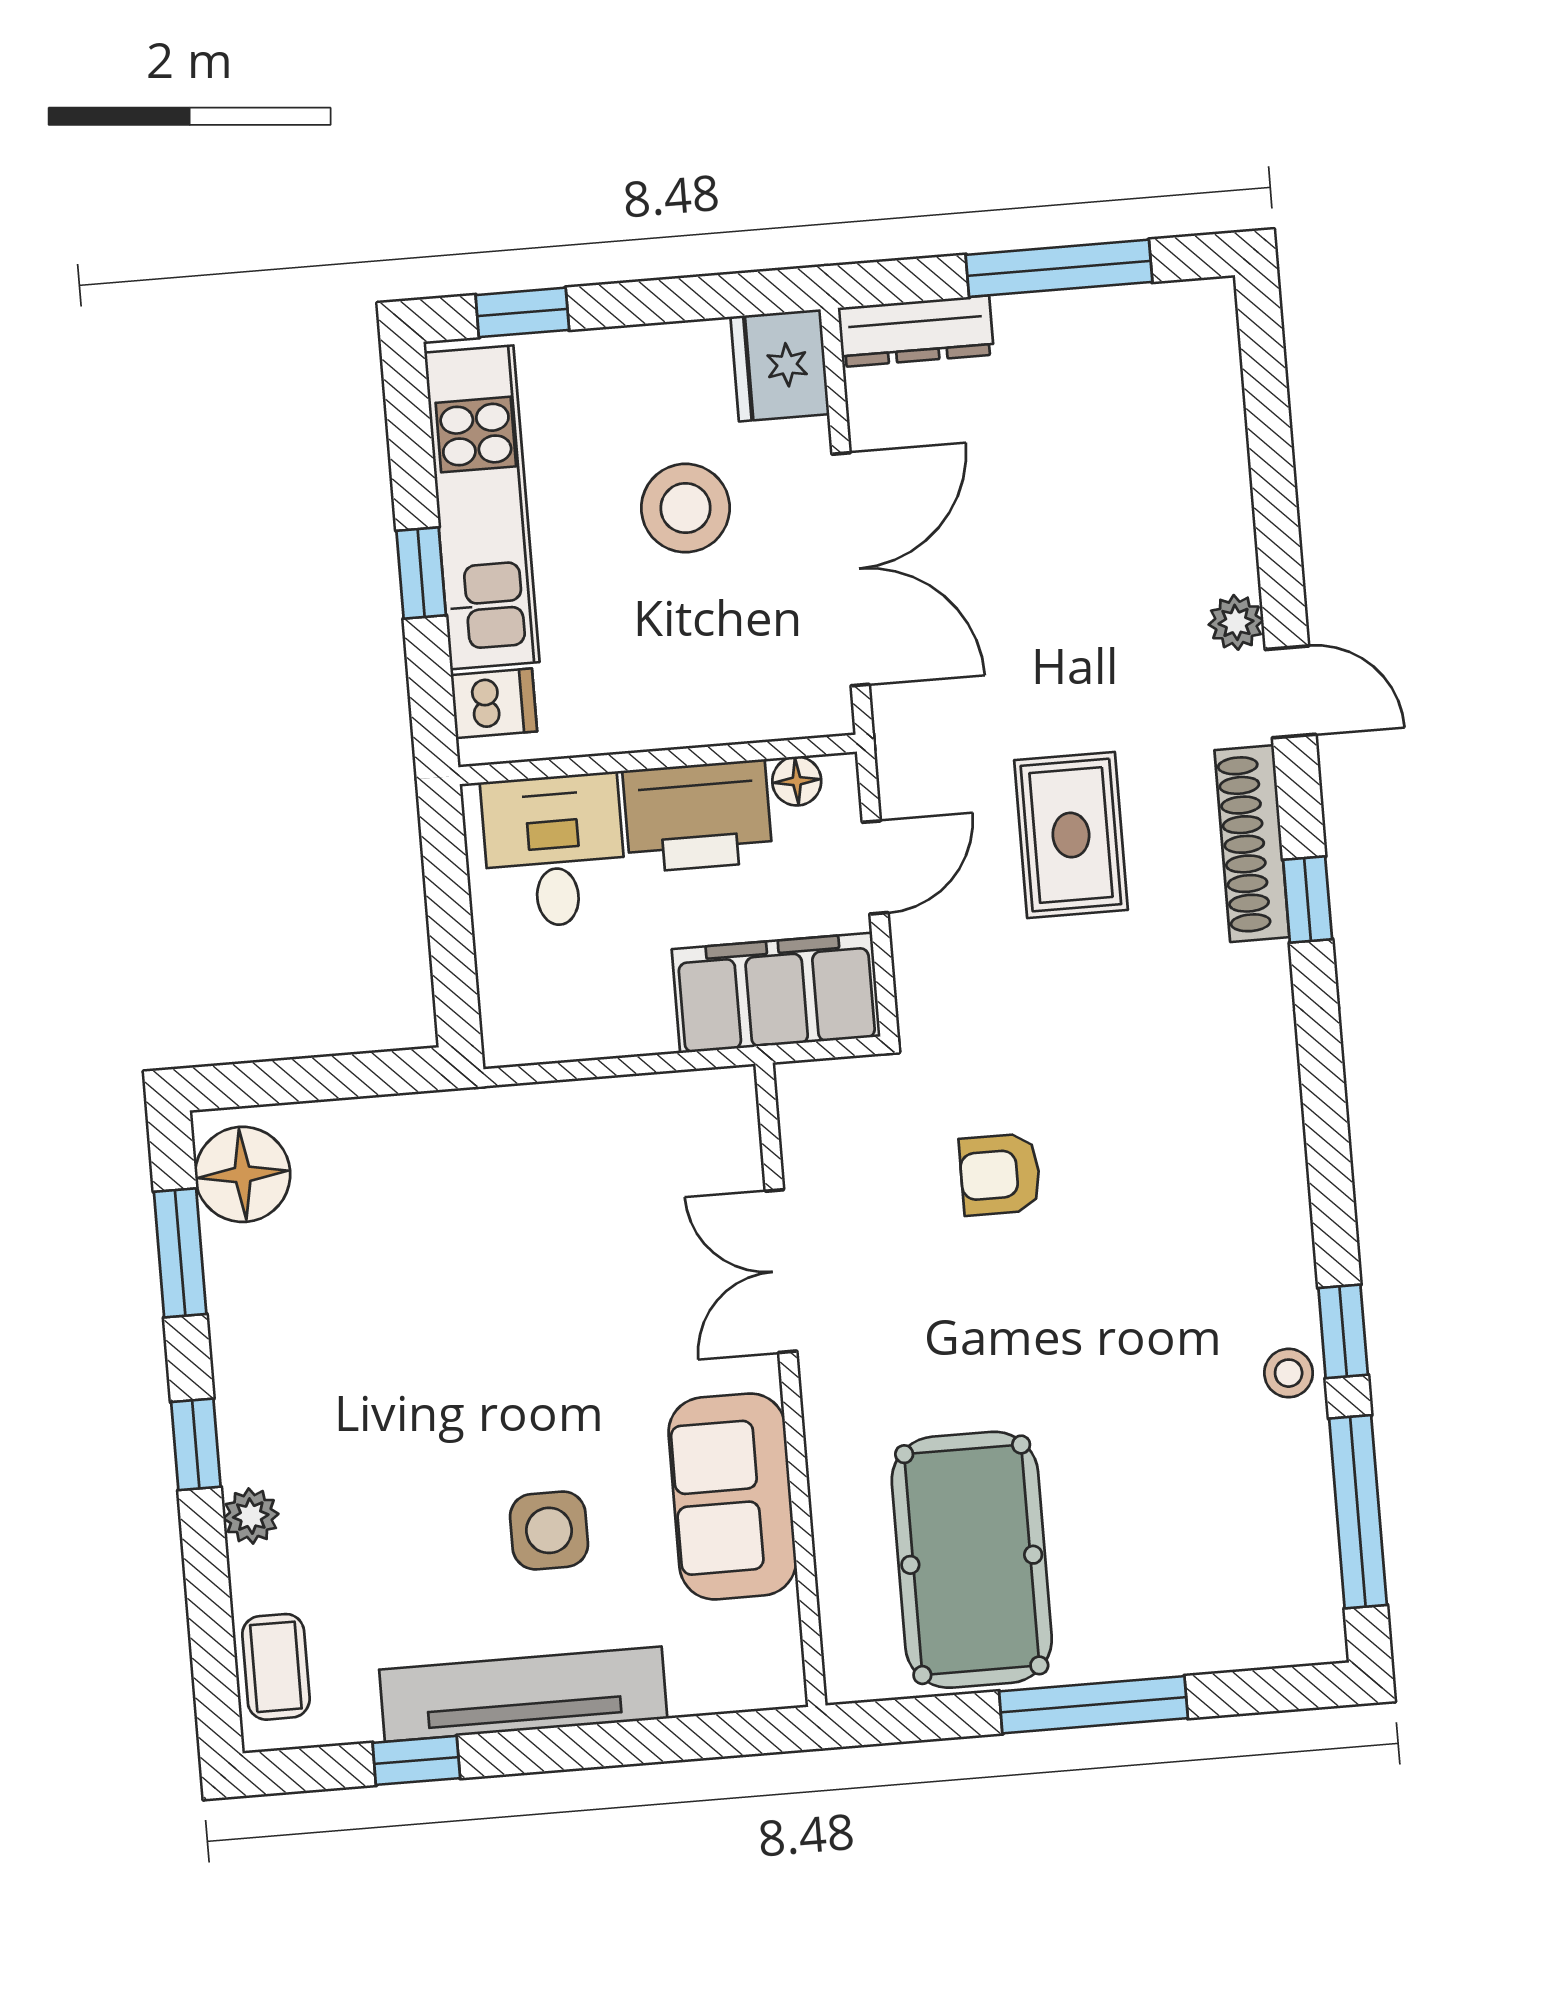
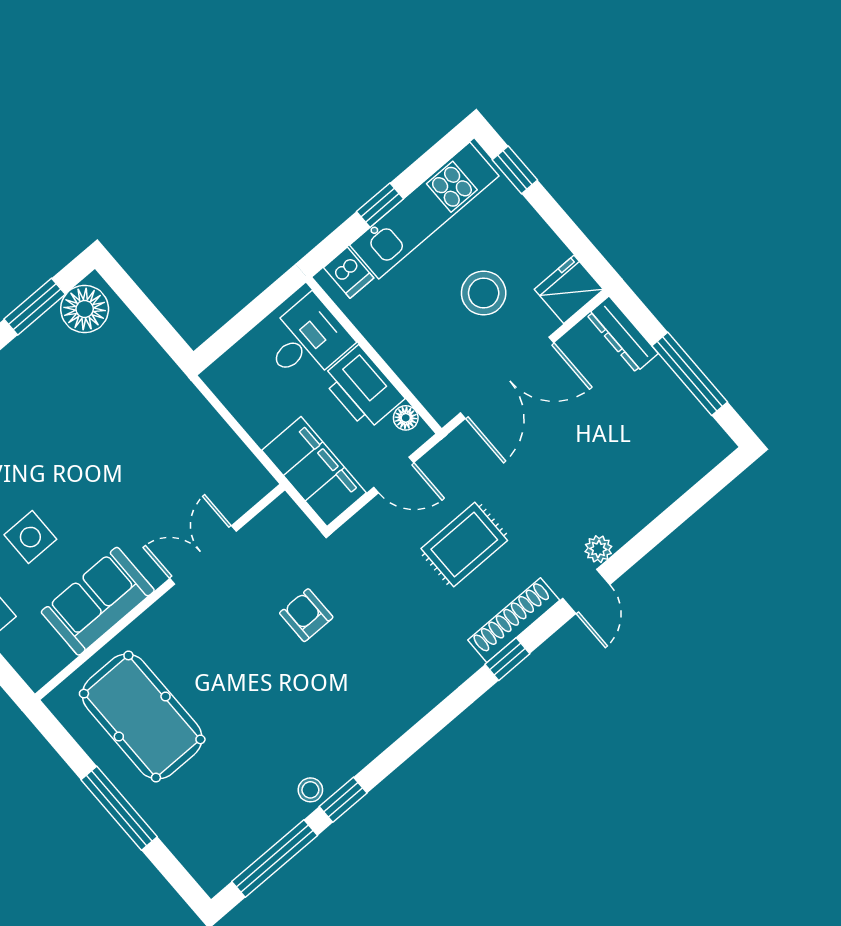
pool table: (972, 1560) -> (142, 717), turned 90

